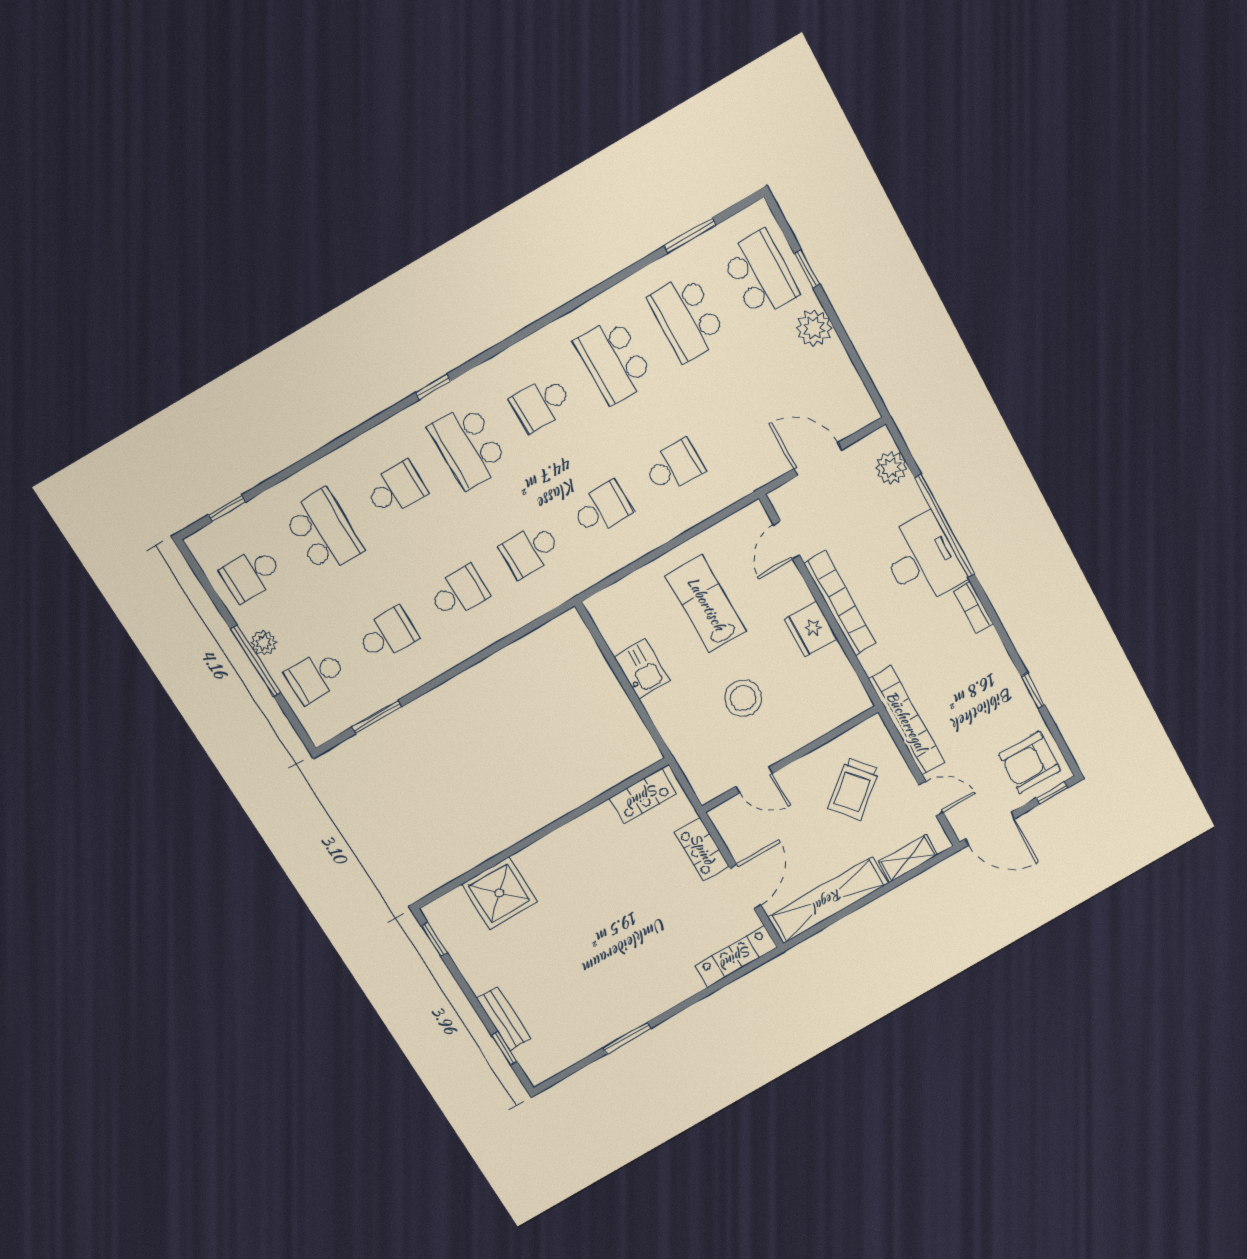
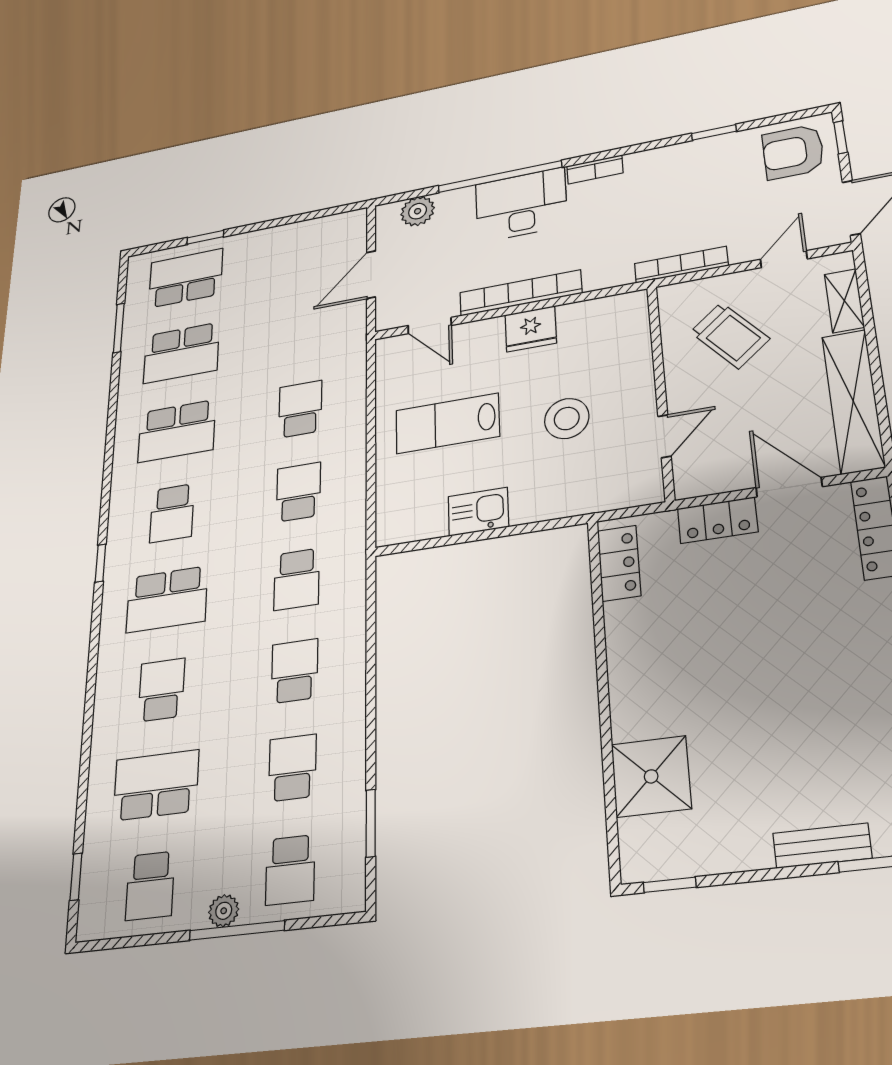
plant: (814, 328) -> (256, 245), removed
window: (433, 387) -> (100, 563), moved
bookcase: (906, 721) -> (681, 265), width x0.68, depth x0.76
armchair: (1030, 762) -> (793, 152), turned 90

